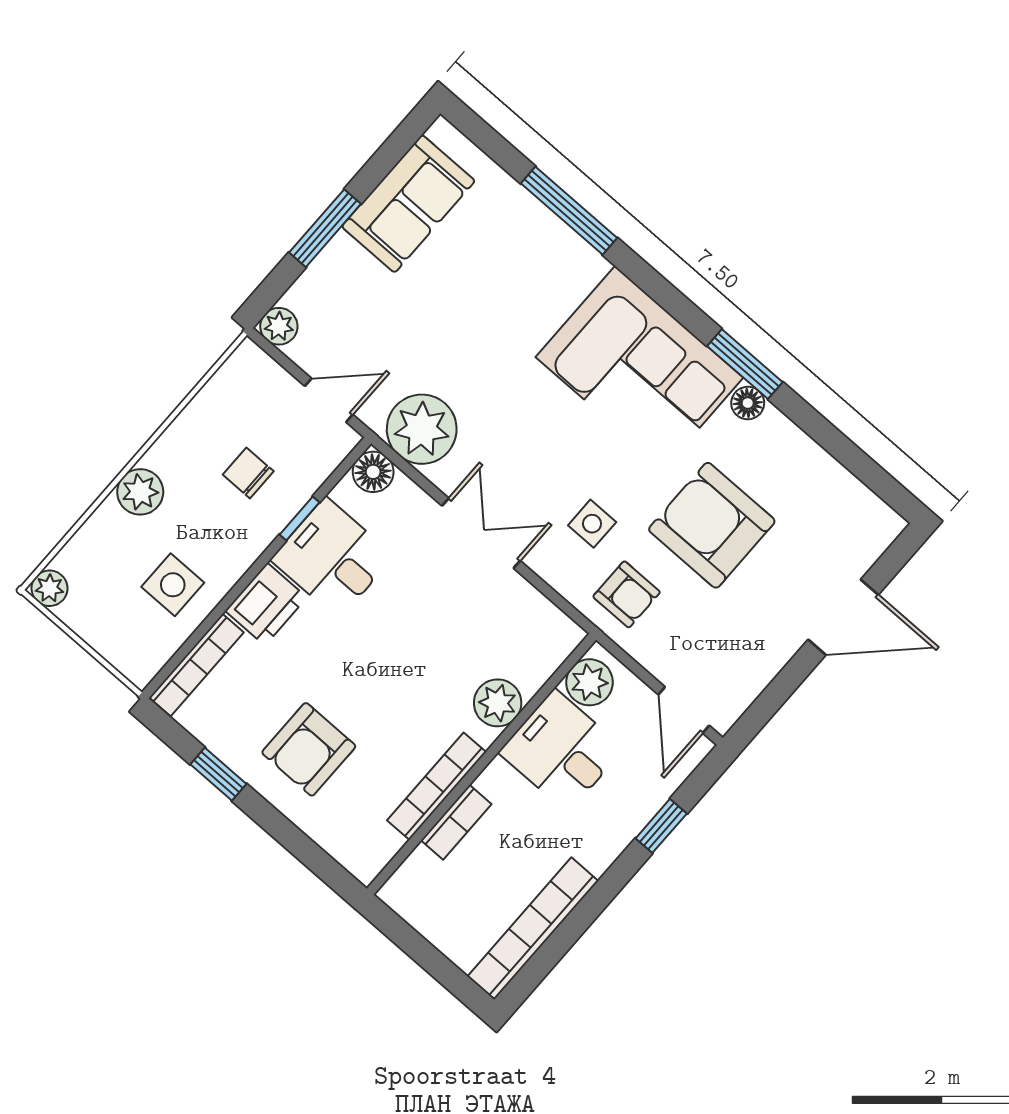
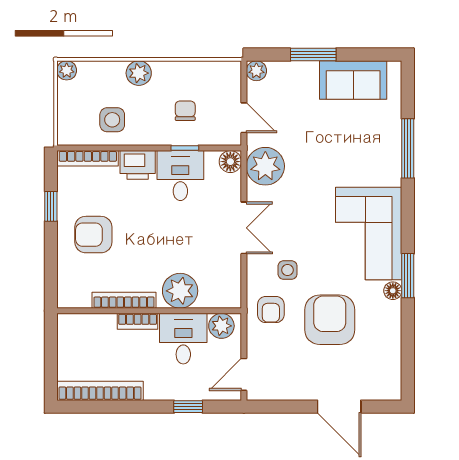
plant: (498, 703) -> (180, 291), width x1.36, depth x1.36
bookcase: (456, 822) -> (138, 321), moved

